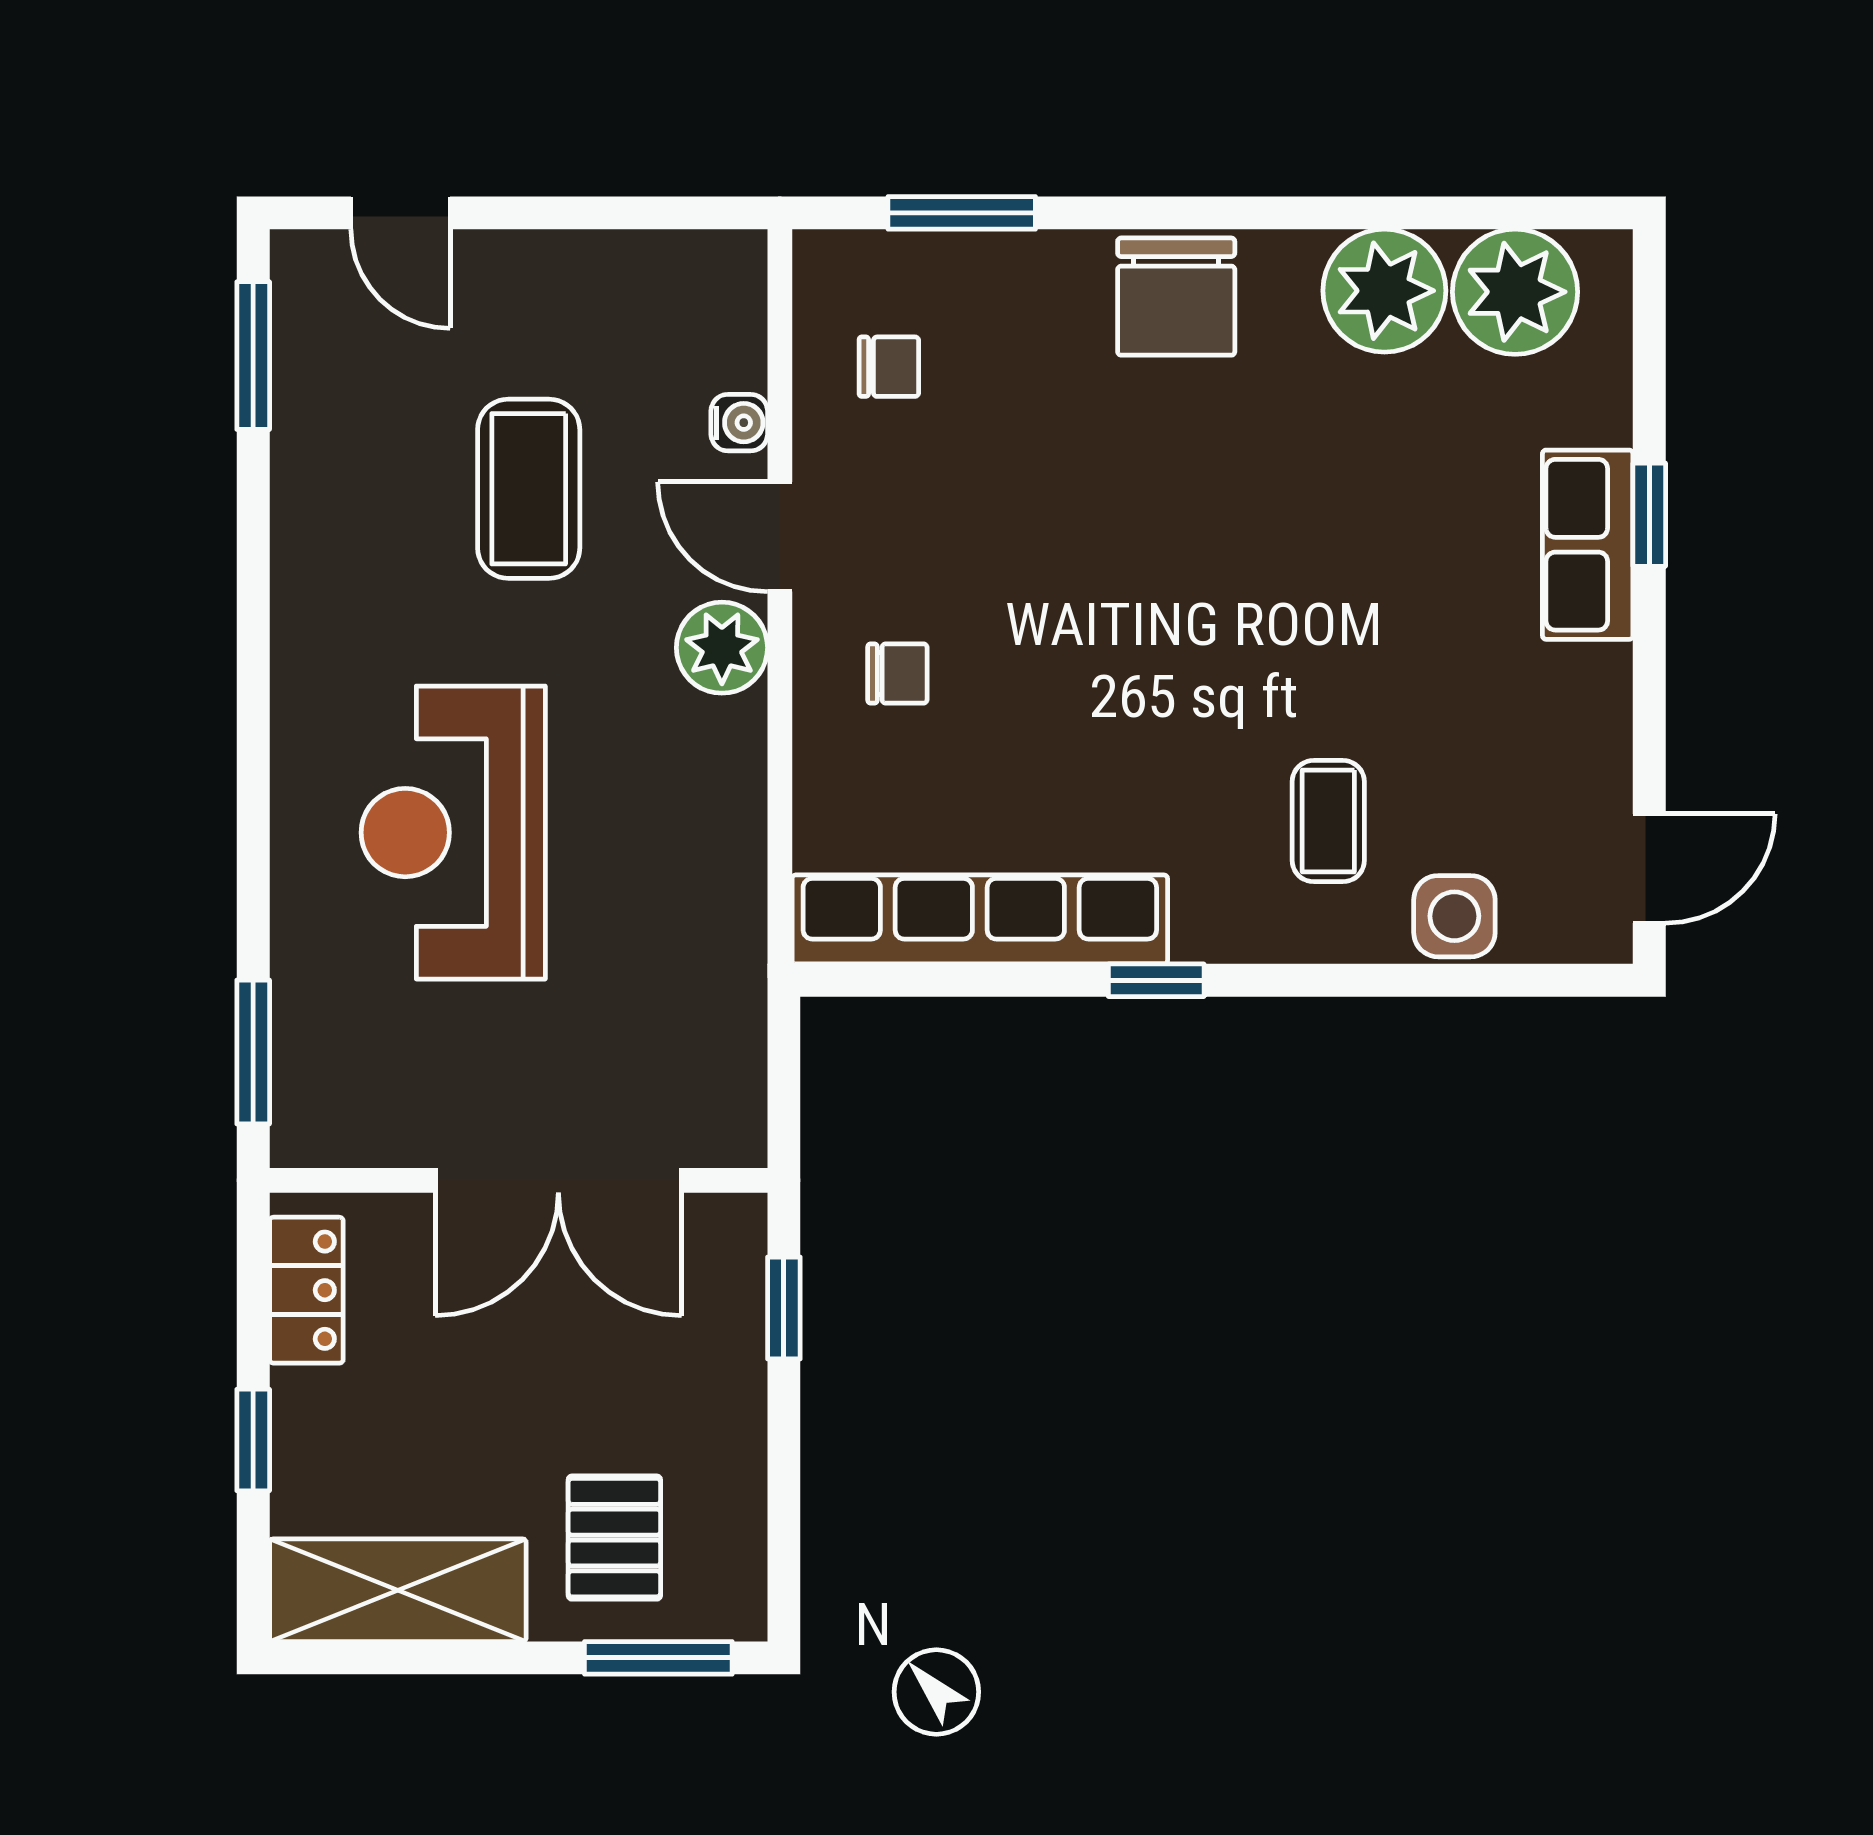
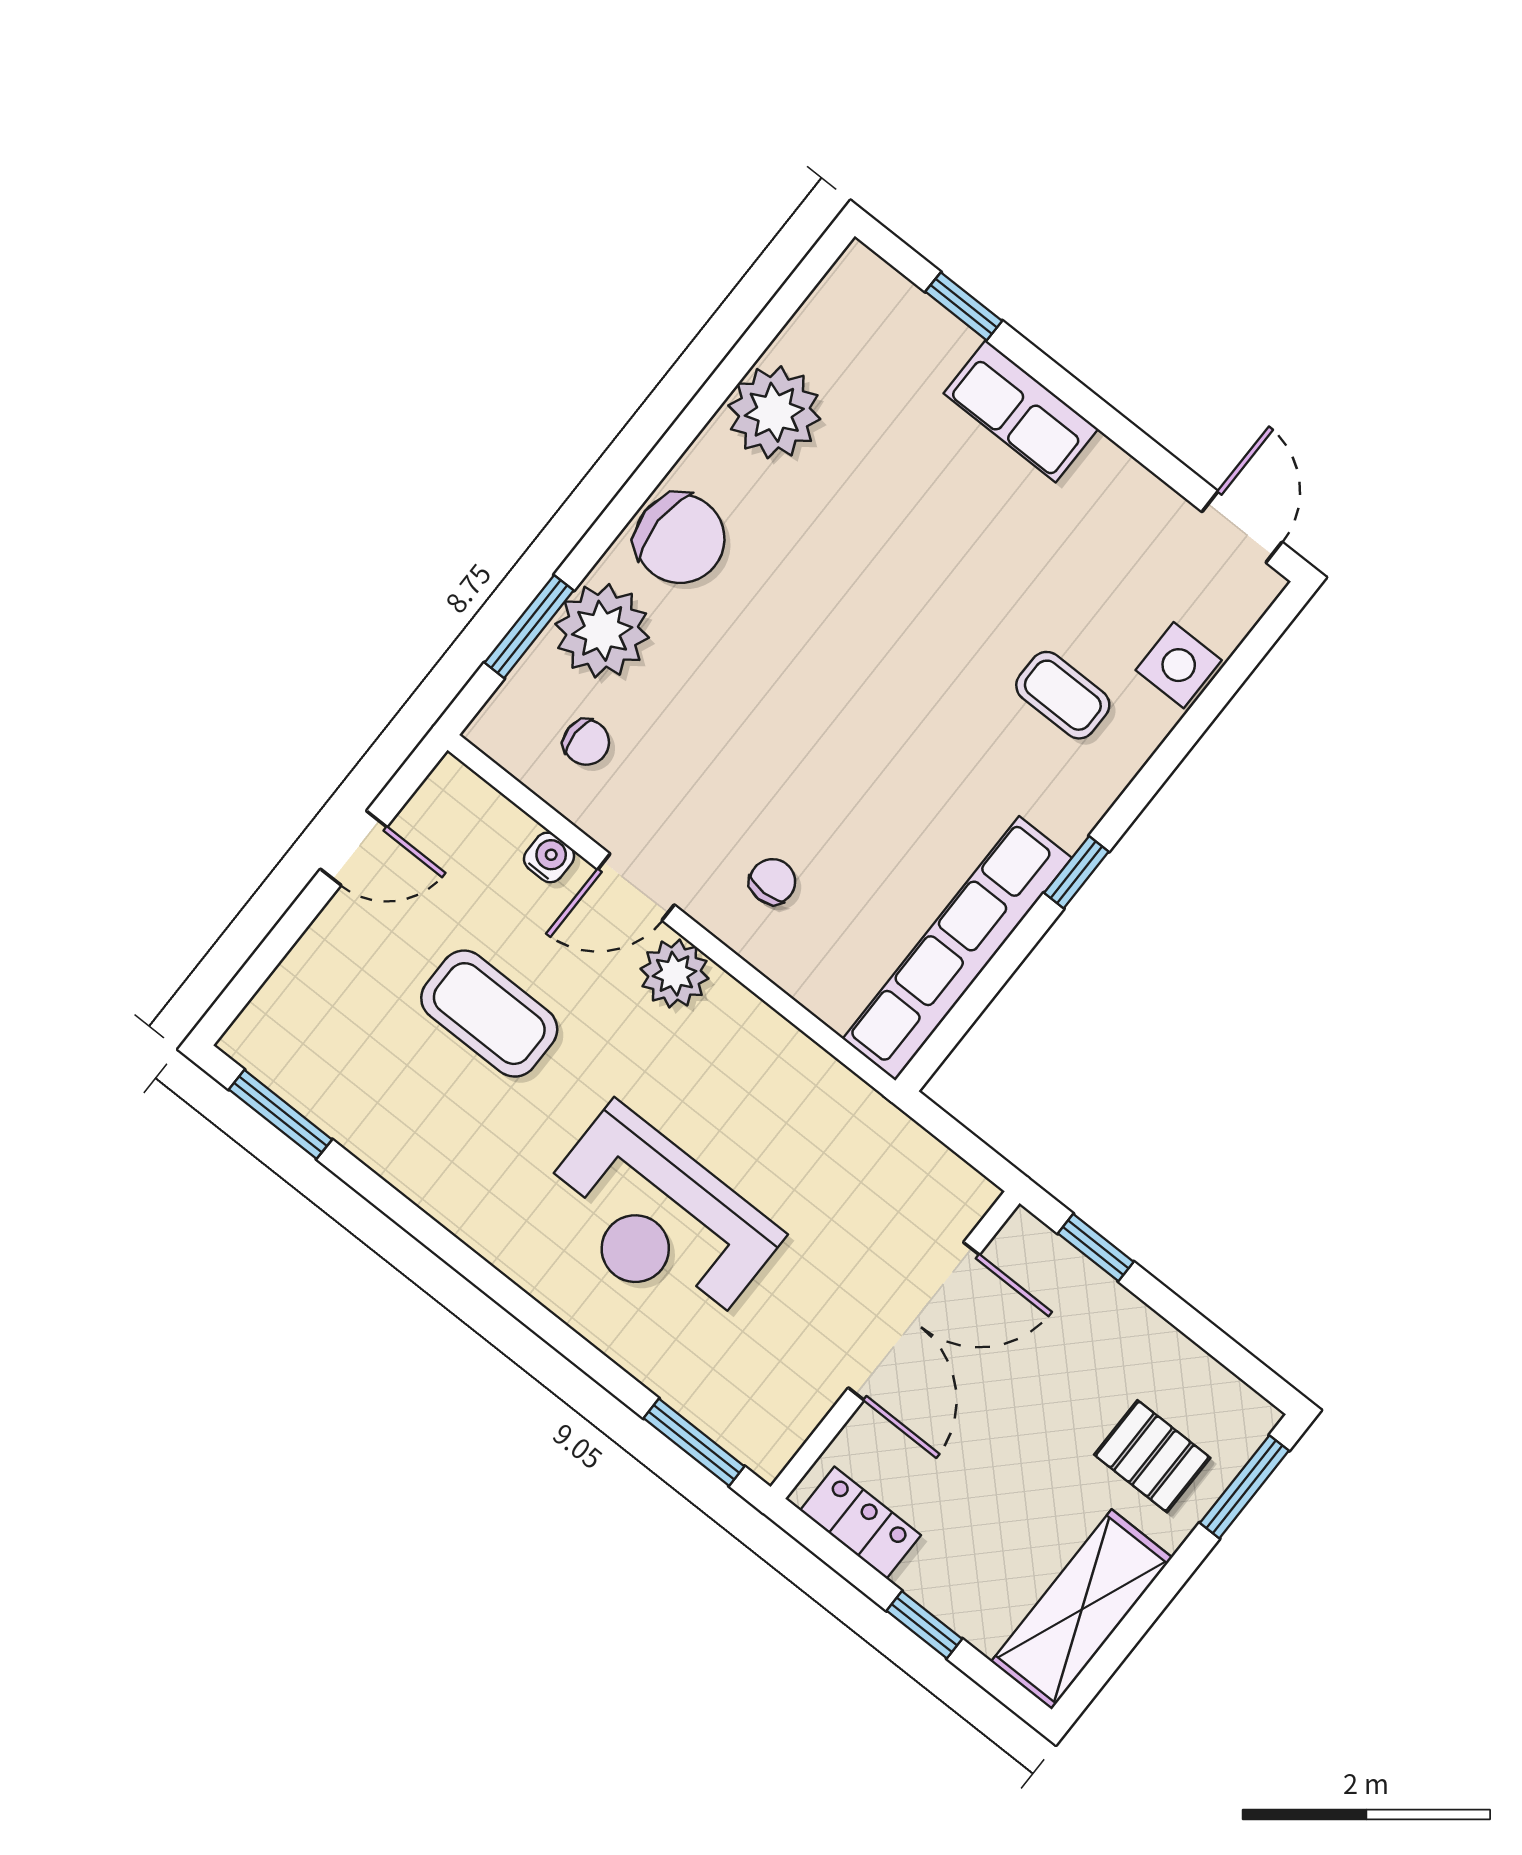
door: (400, 213) -> (354, 848), moved
plant: (1515, 292) -> (602, 631), moved
chair: (889, 367) -> (586, 742), turned 90
window: (1649, 515) -> (964, 306), moved

